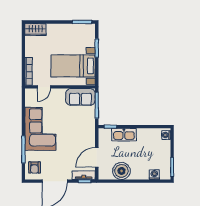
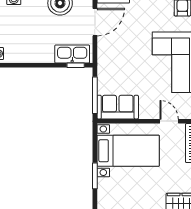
door: (44, 87) -> (169, 121), hinge flipped
kitchen sink: (124, 135) -> (72, 54), moved

